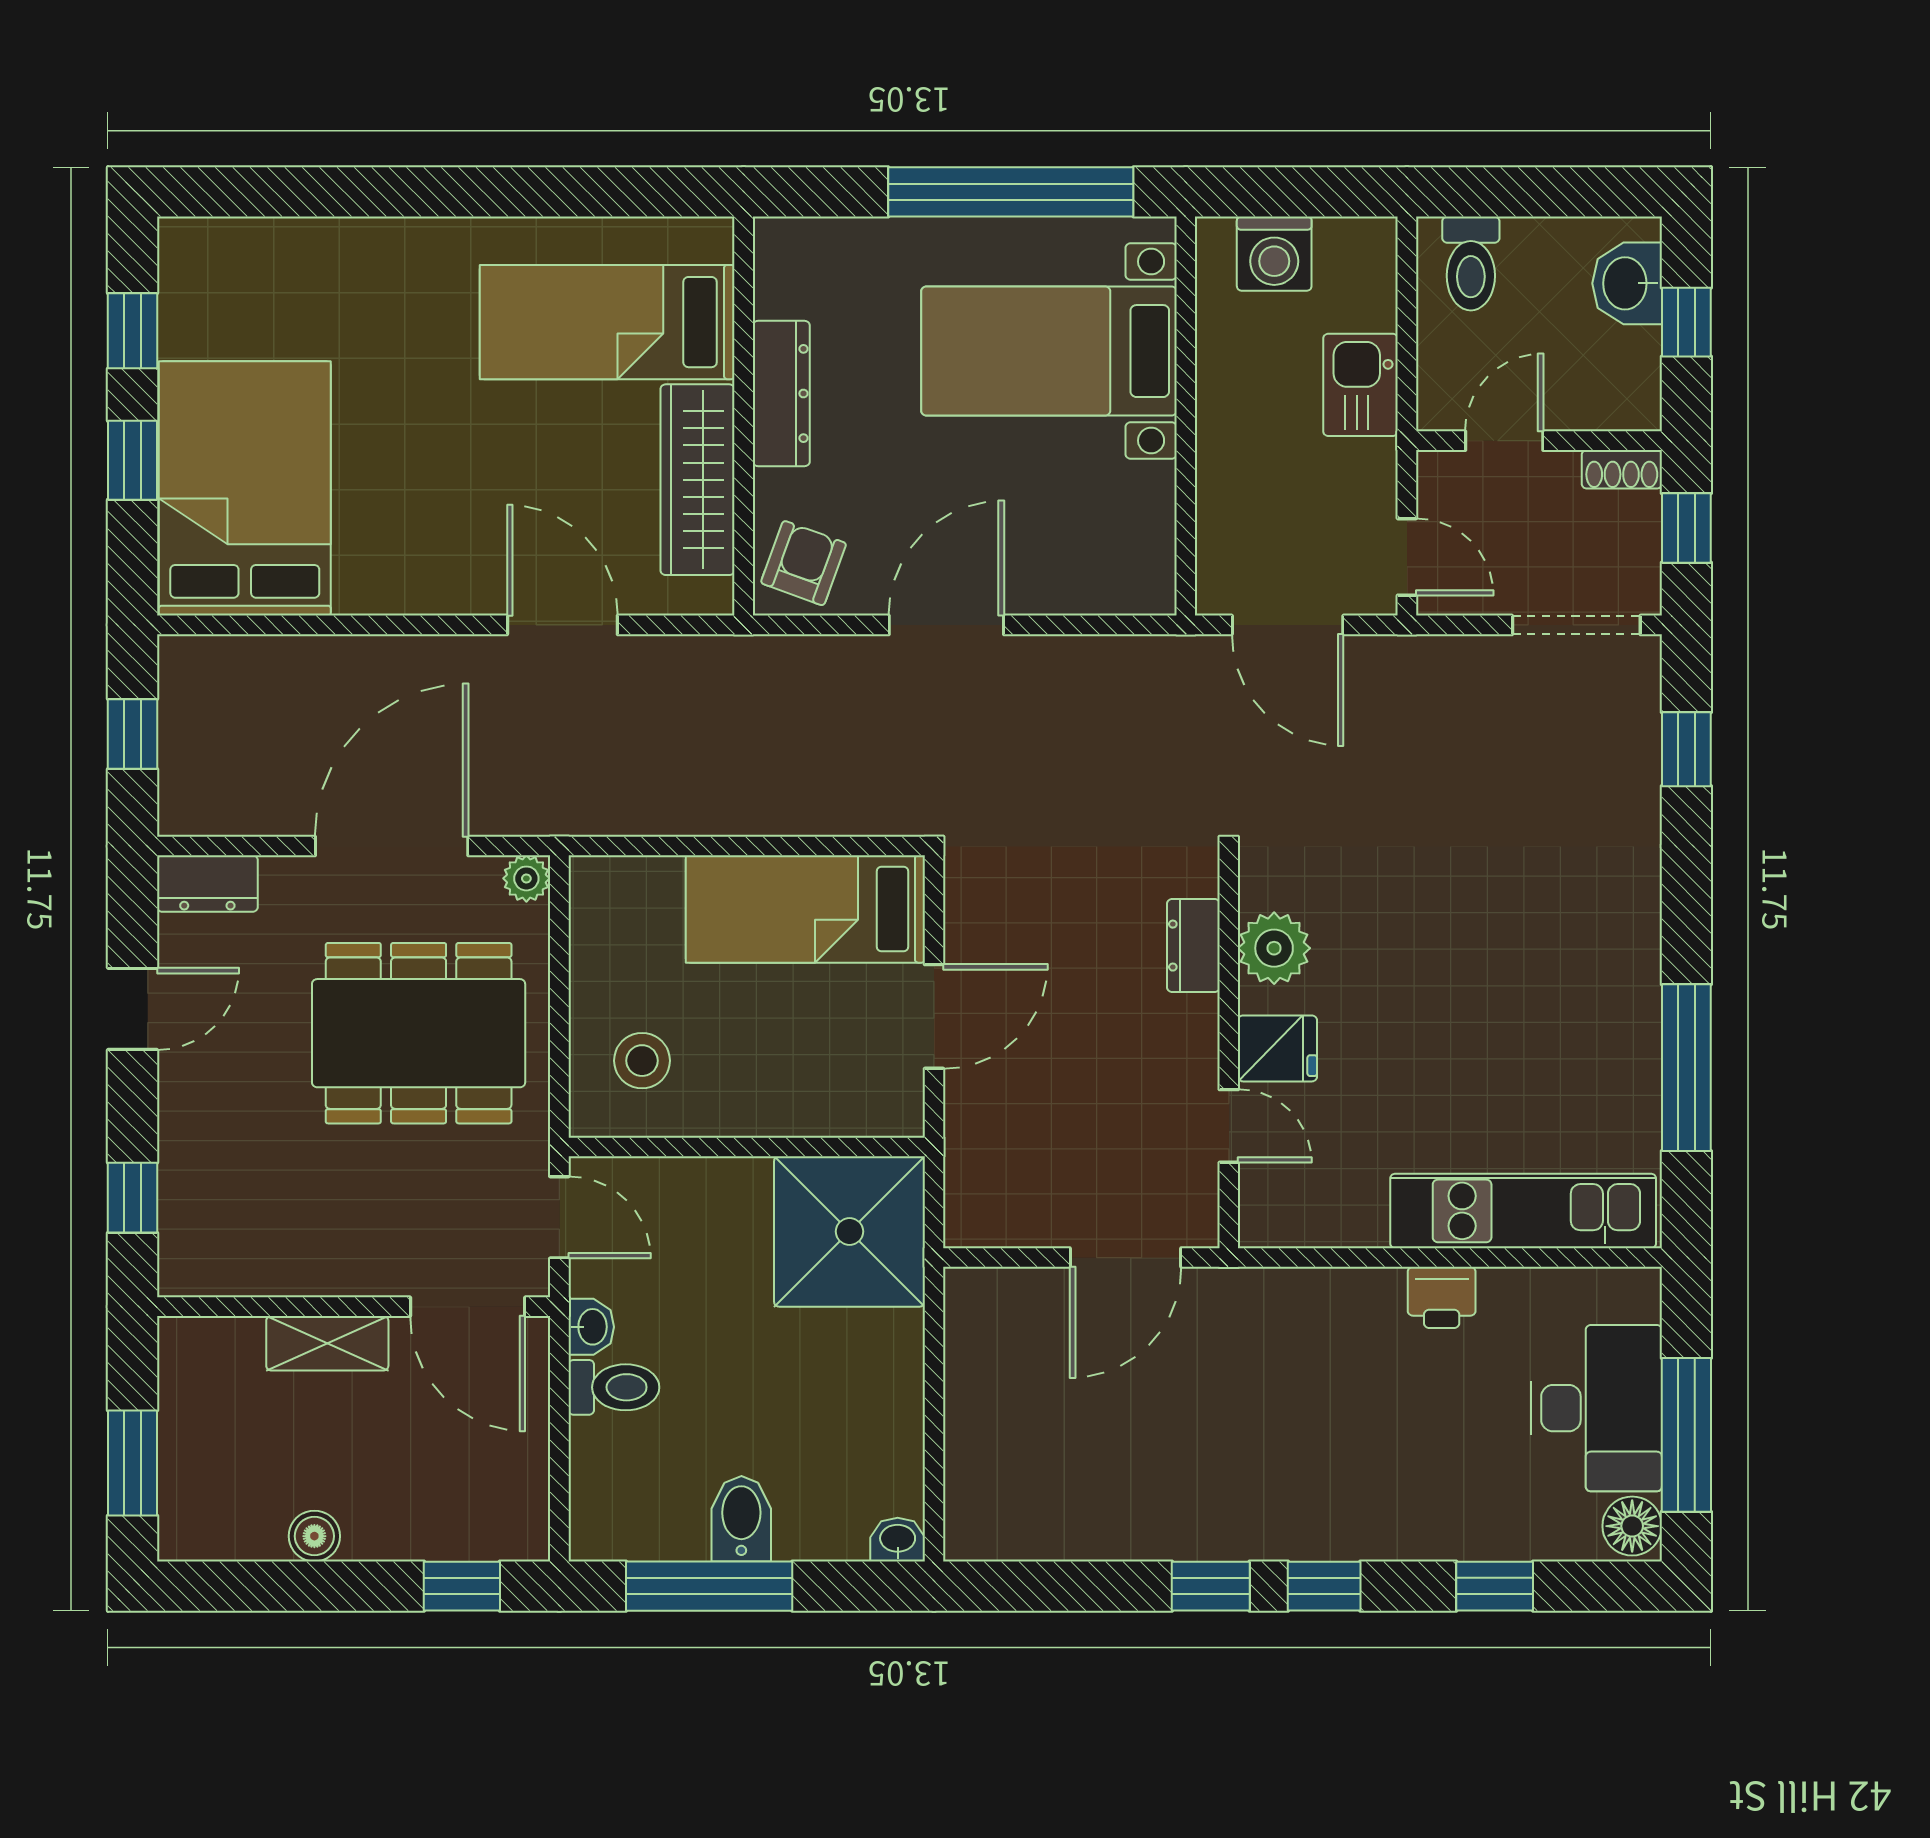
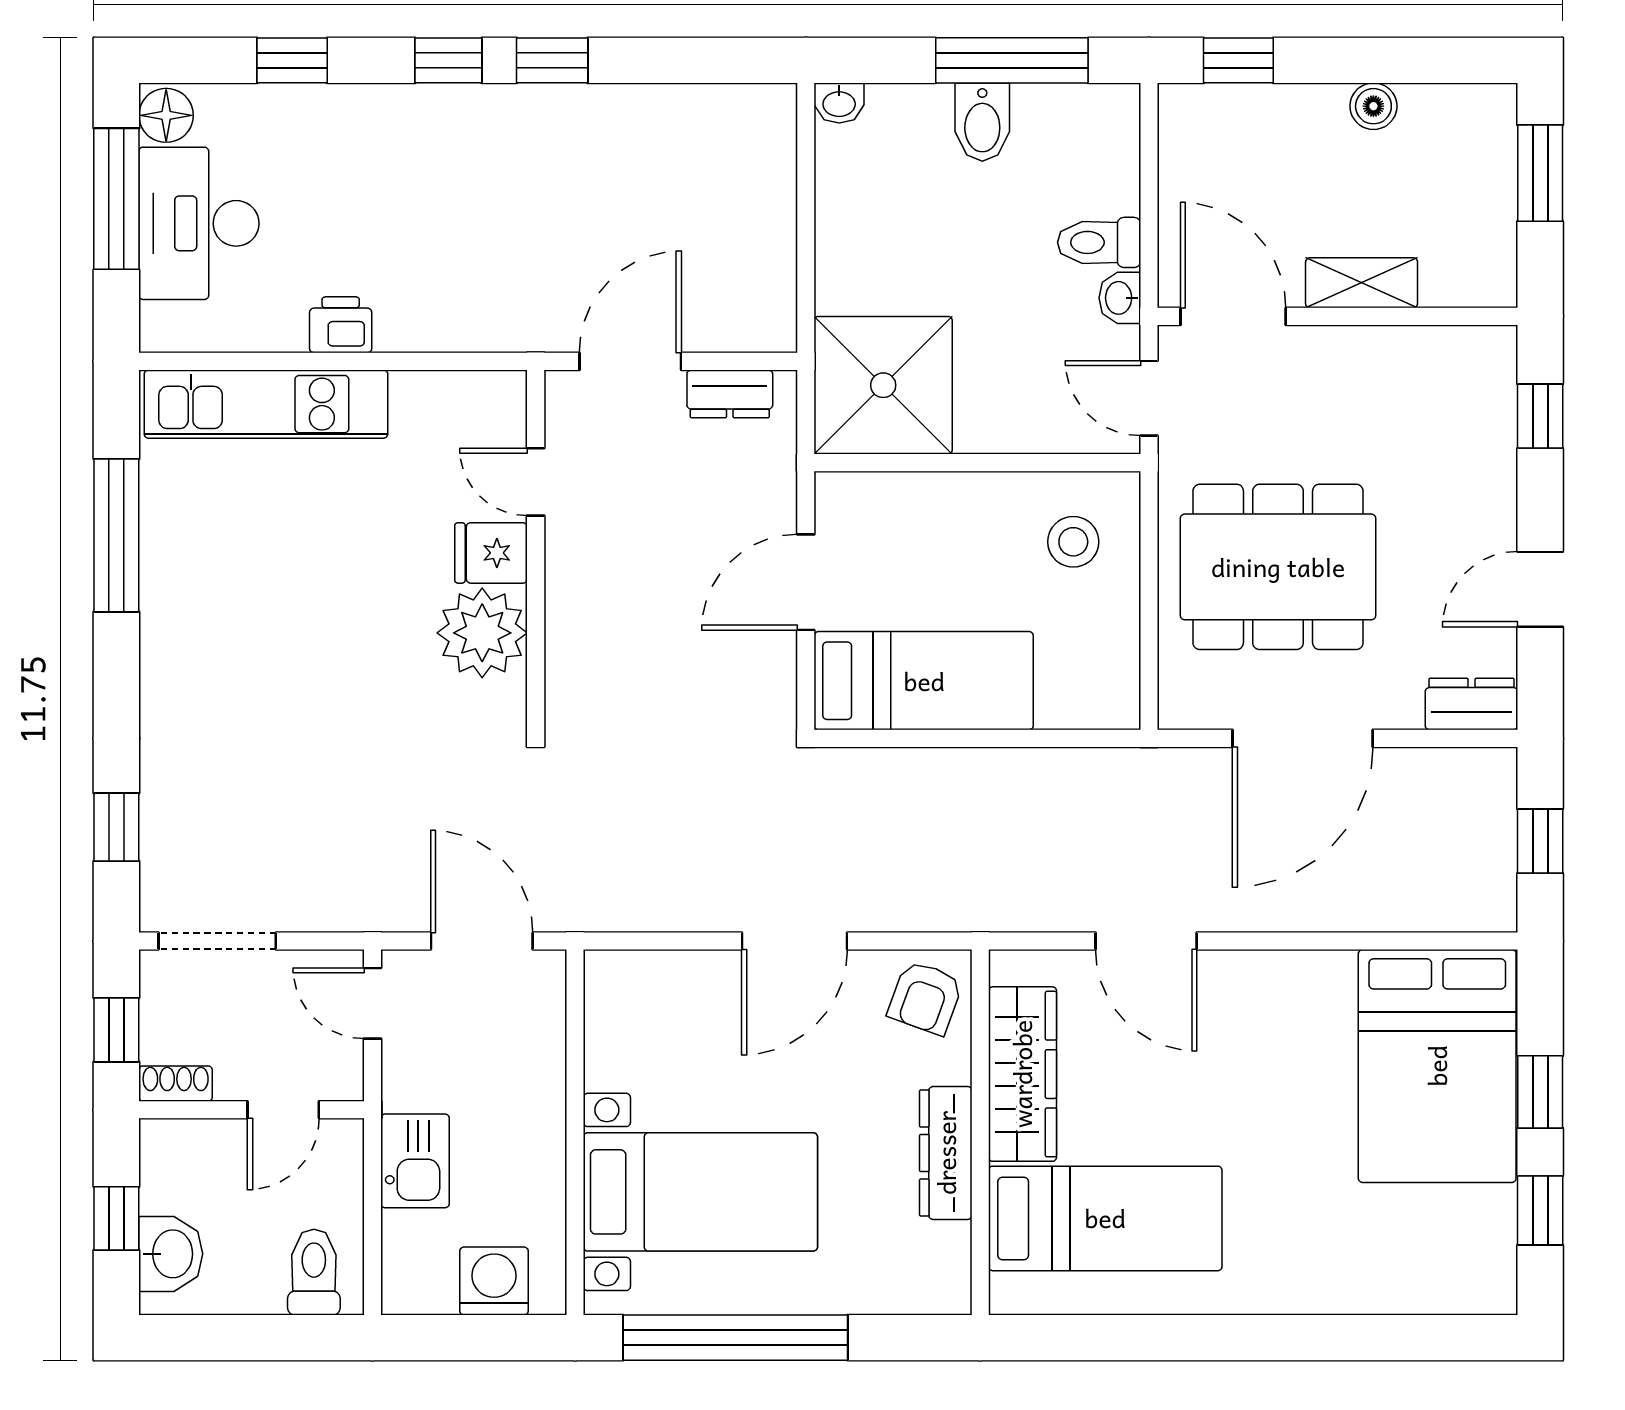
plant: (526, 878) -> (1179, 709), removed
dresser: (1193, 946) -> (730, 394), moved, turned 90
plant: (1274, 948) -> (482, 633), width x1.36, depth x1.36

